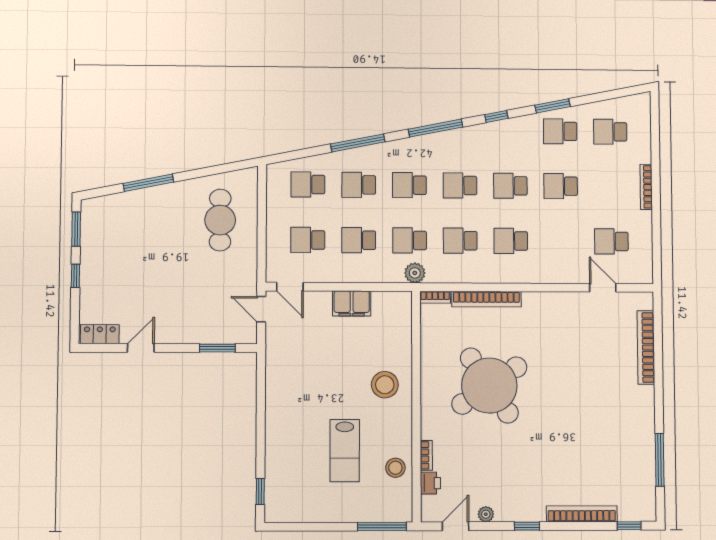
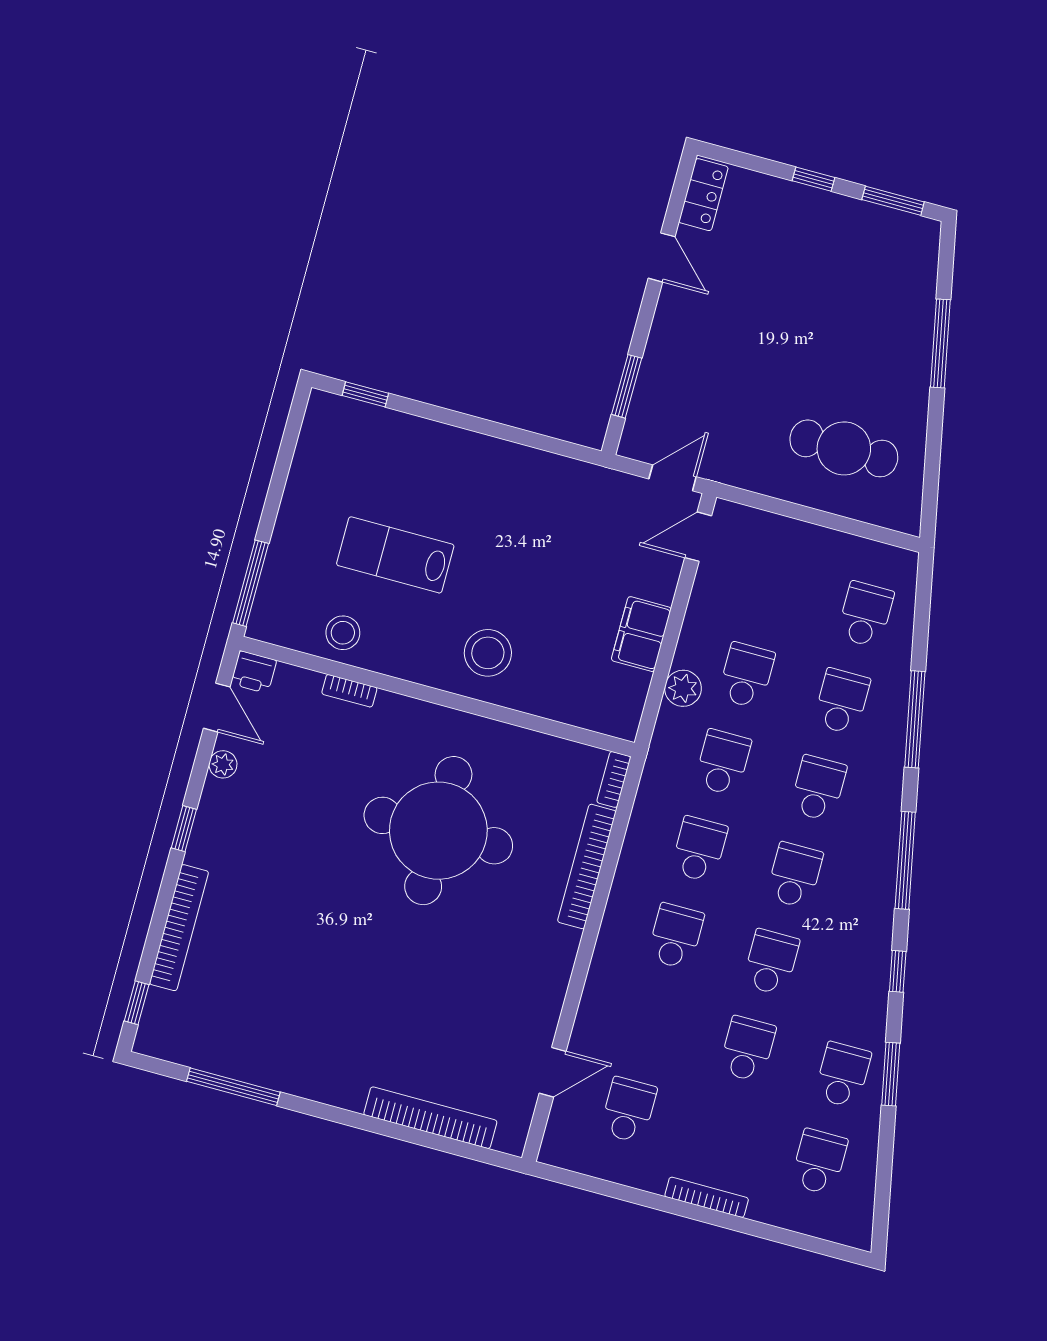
school desk: (308, 240) -> (770, 588), removed
plant: (415, 273) -> (683, 688), moved
round table: (489, 386) -> (438, 831), turned 34
printer: (430, 483) -> (254, 672), moved

